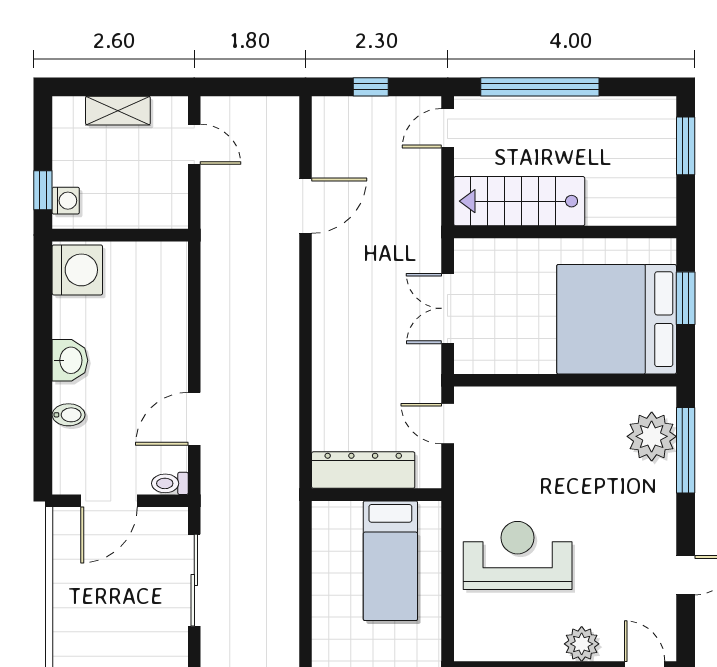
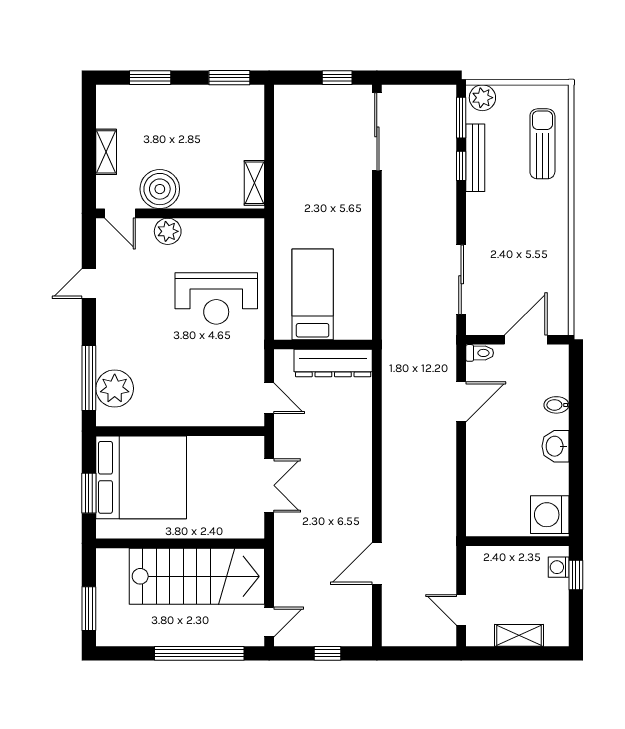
stairs: (519, 201) -> (197, 576), width x1.36, depth x1.51

